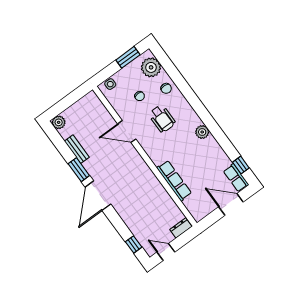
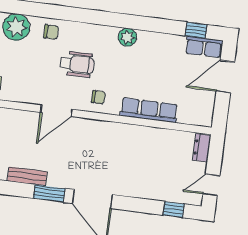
chair: (140, 96) -> (98, 97), moved

